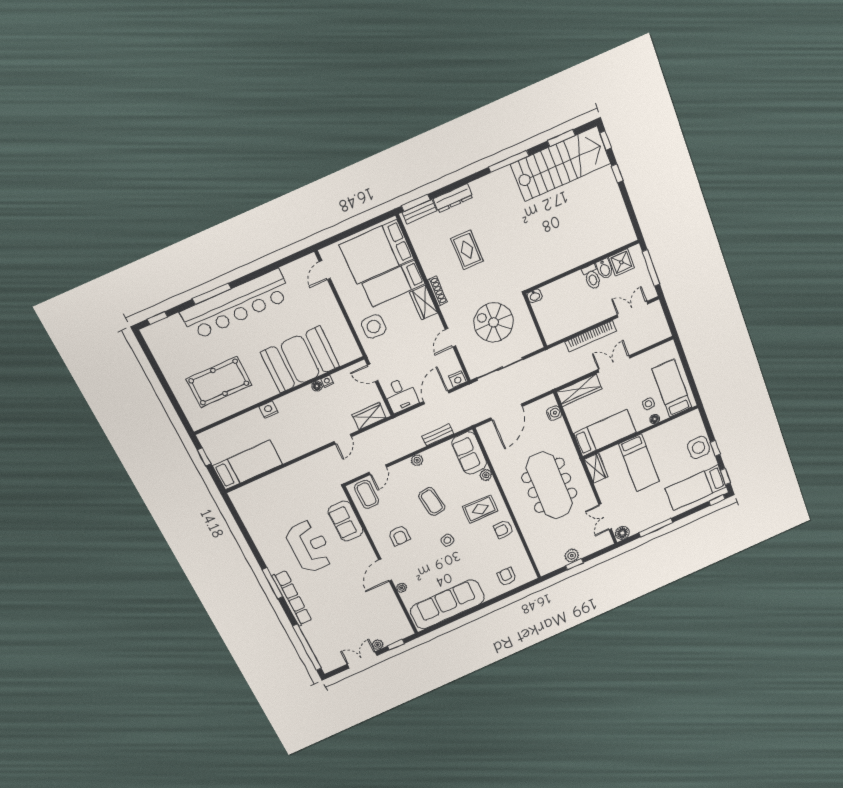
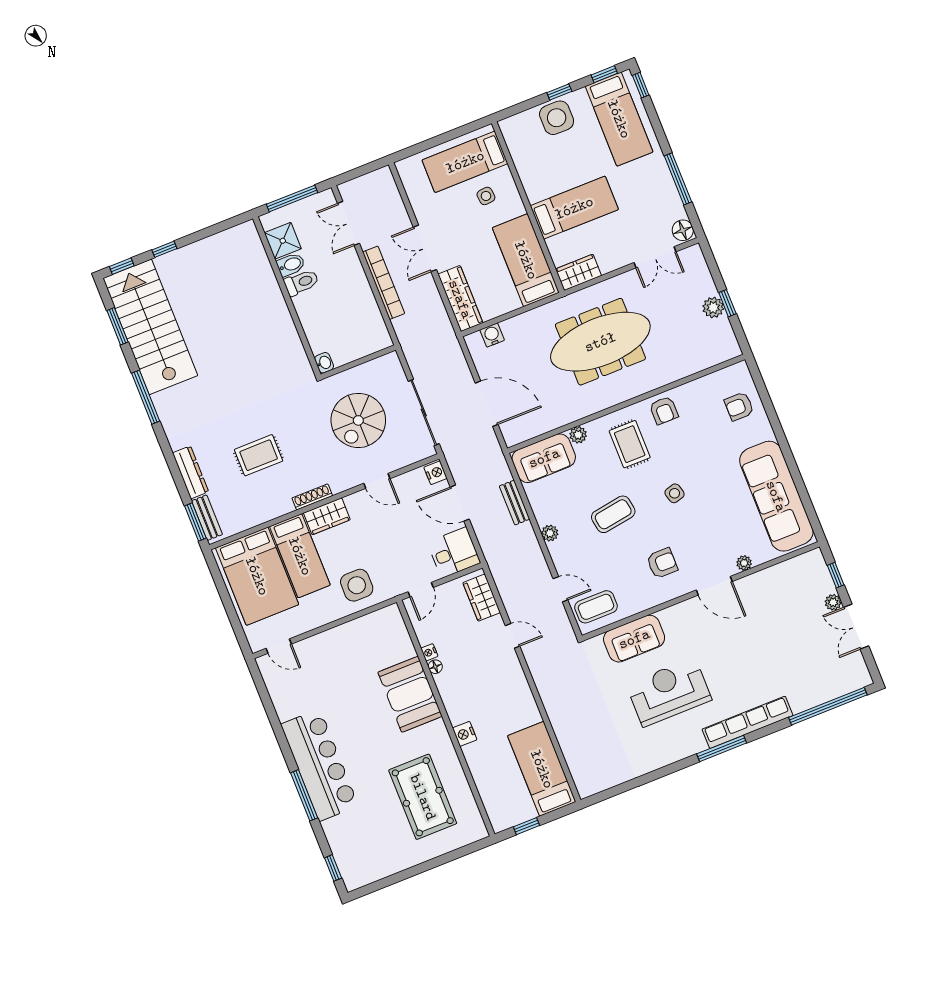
bar counter: (236, 305) -> (320, 765), width x0.73
booth: (300, 359) -> (410, 694), width x0.73, depth x0.70
floor lamp: (655, 419) -> (509, 186), removed

